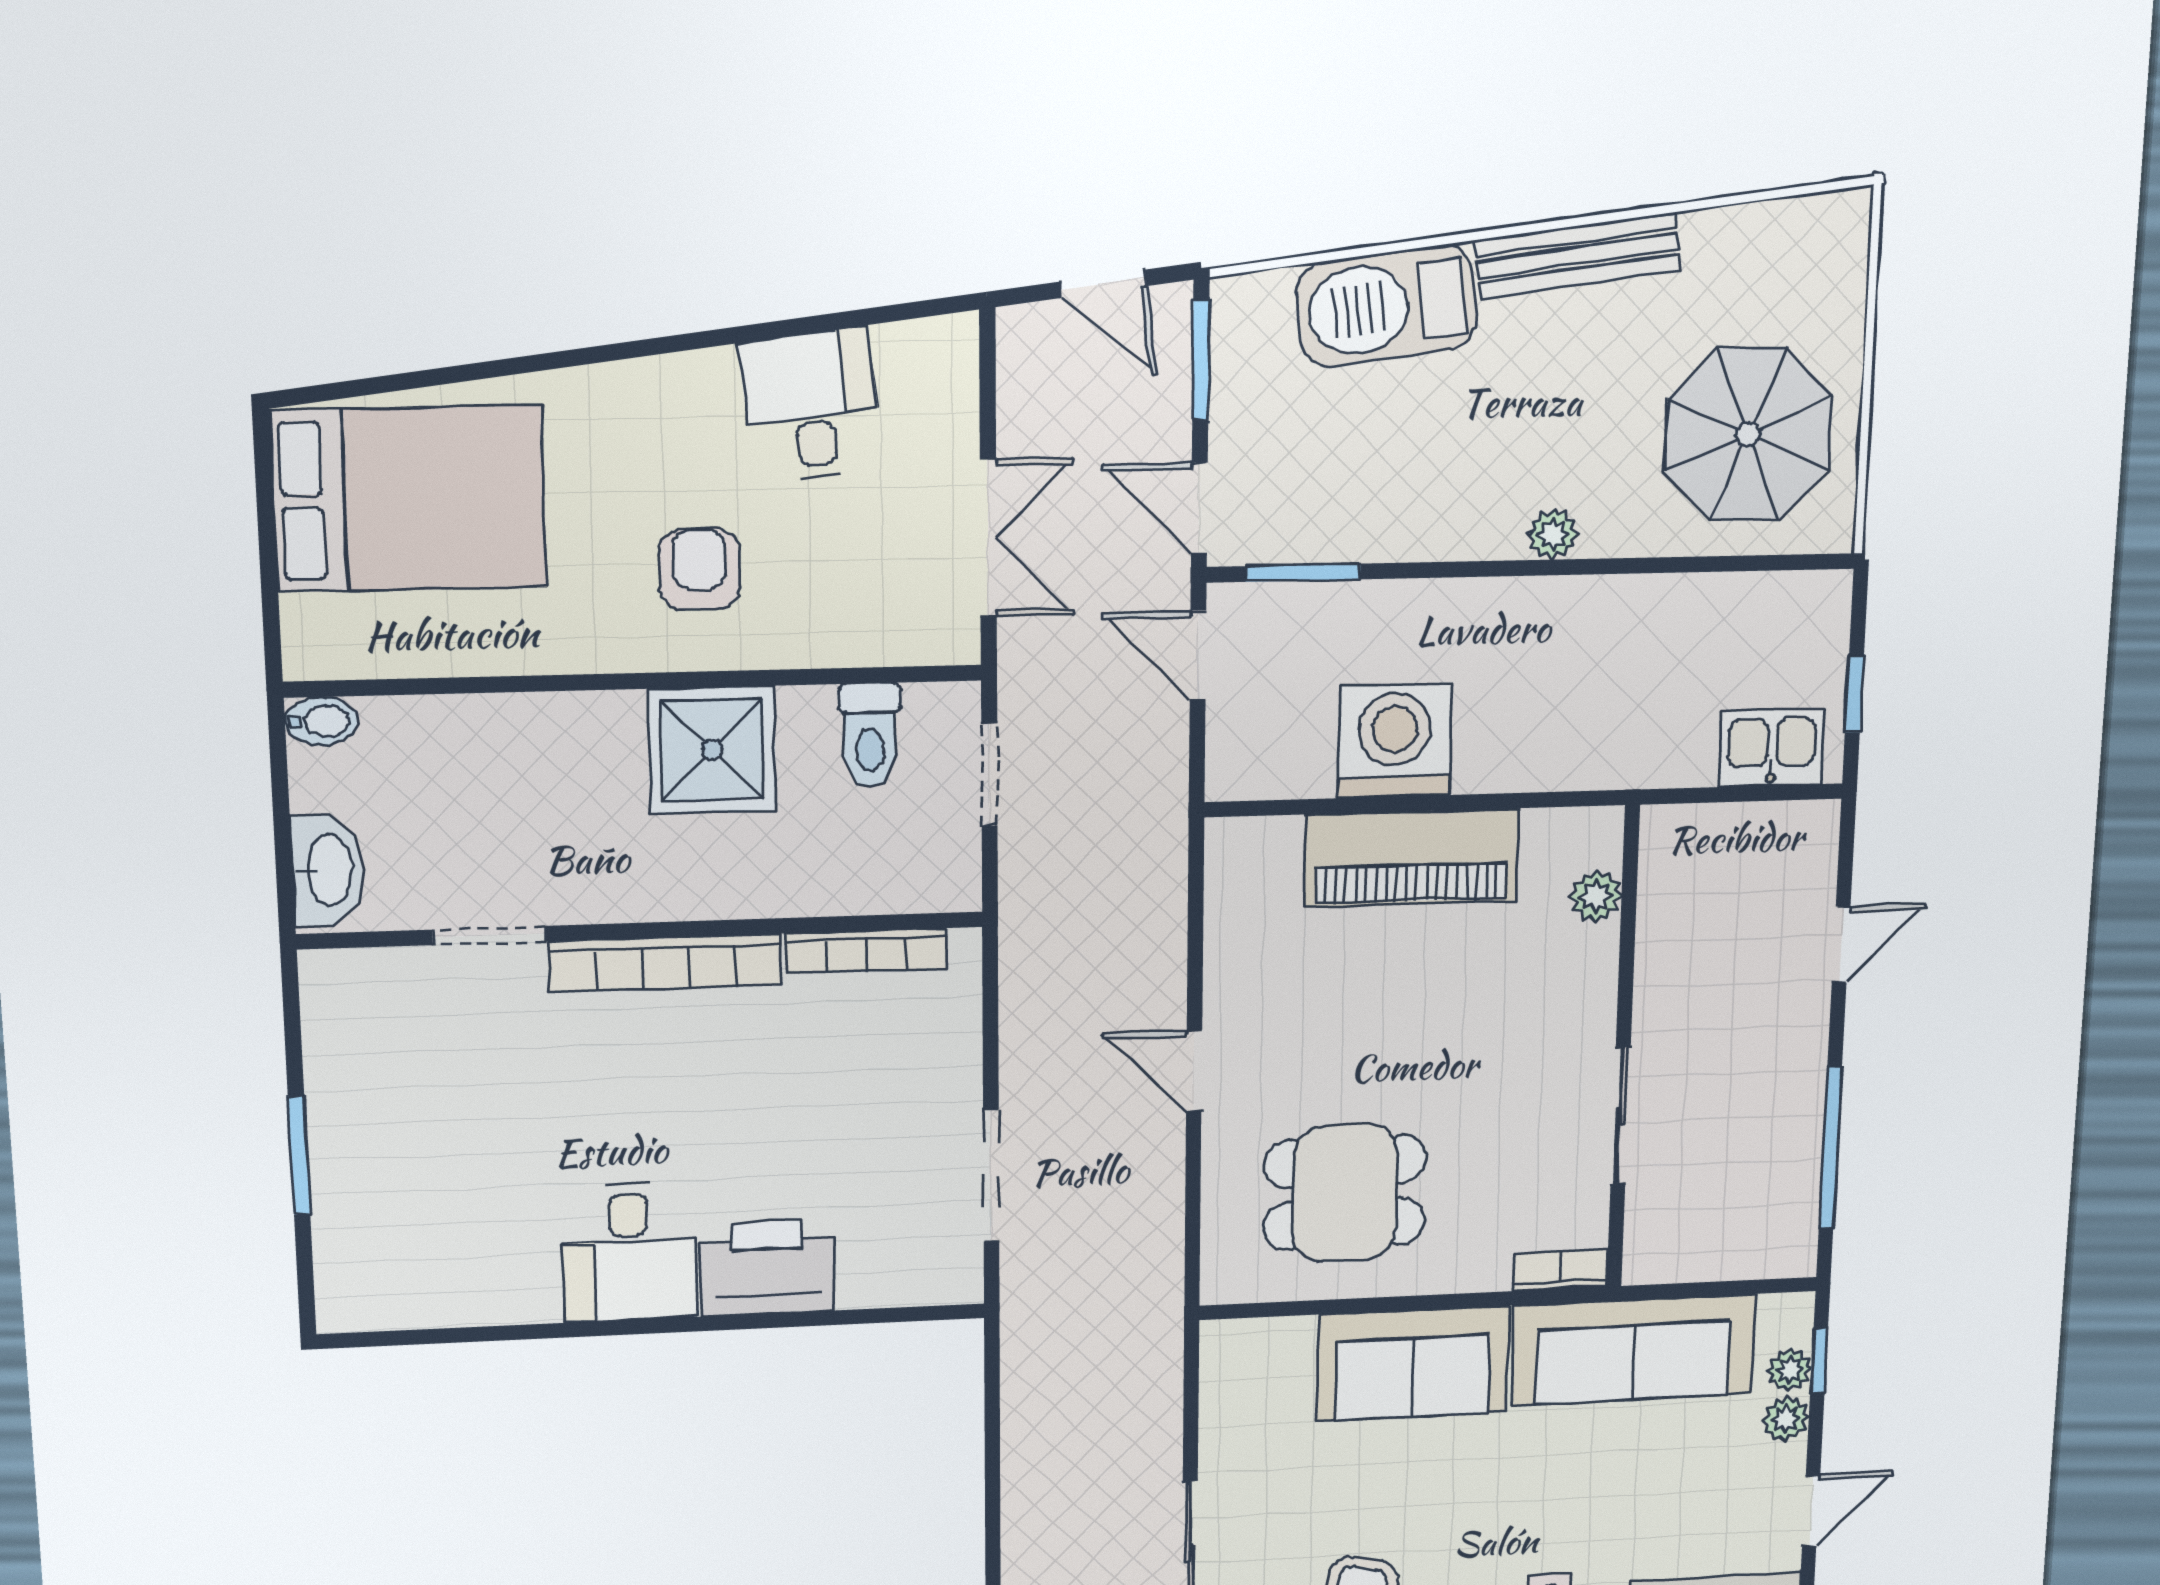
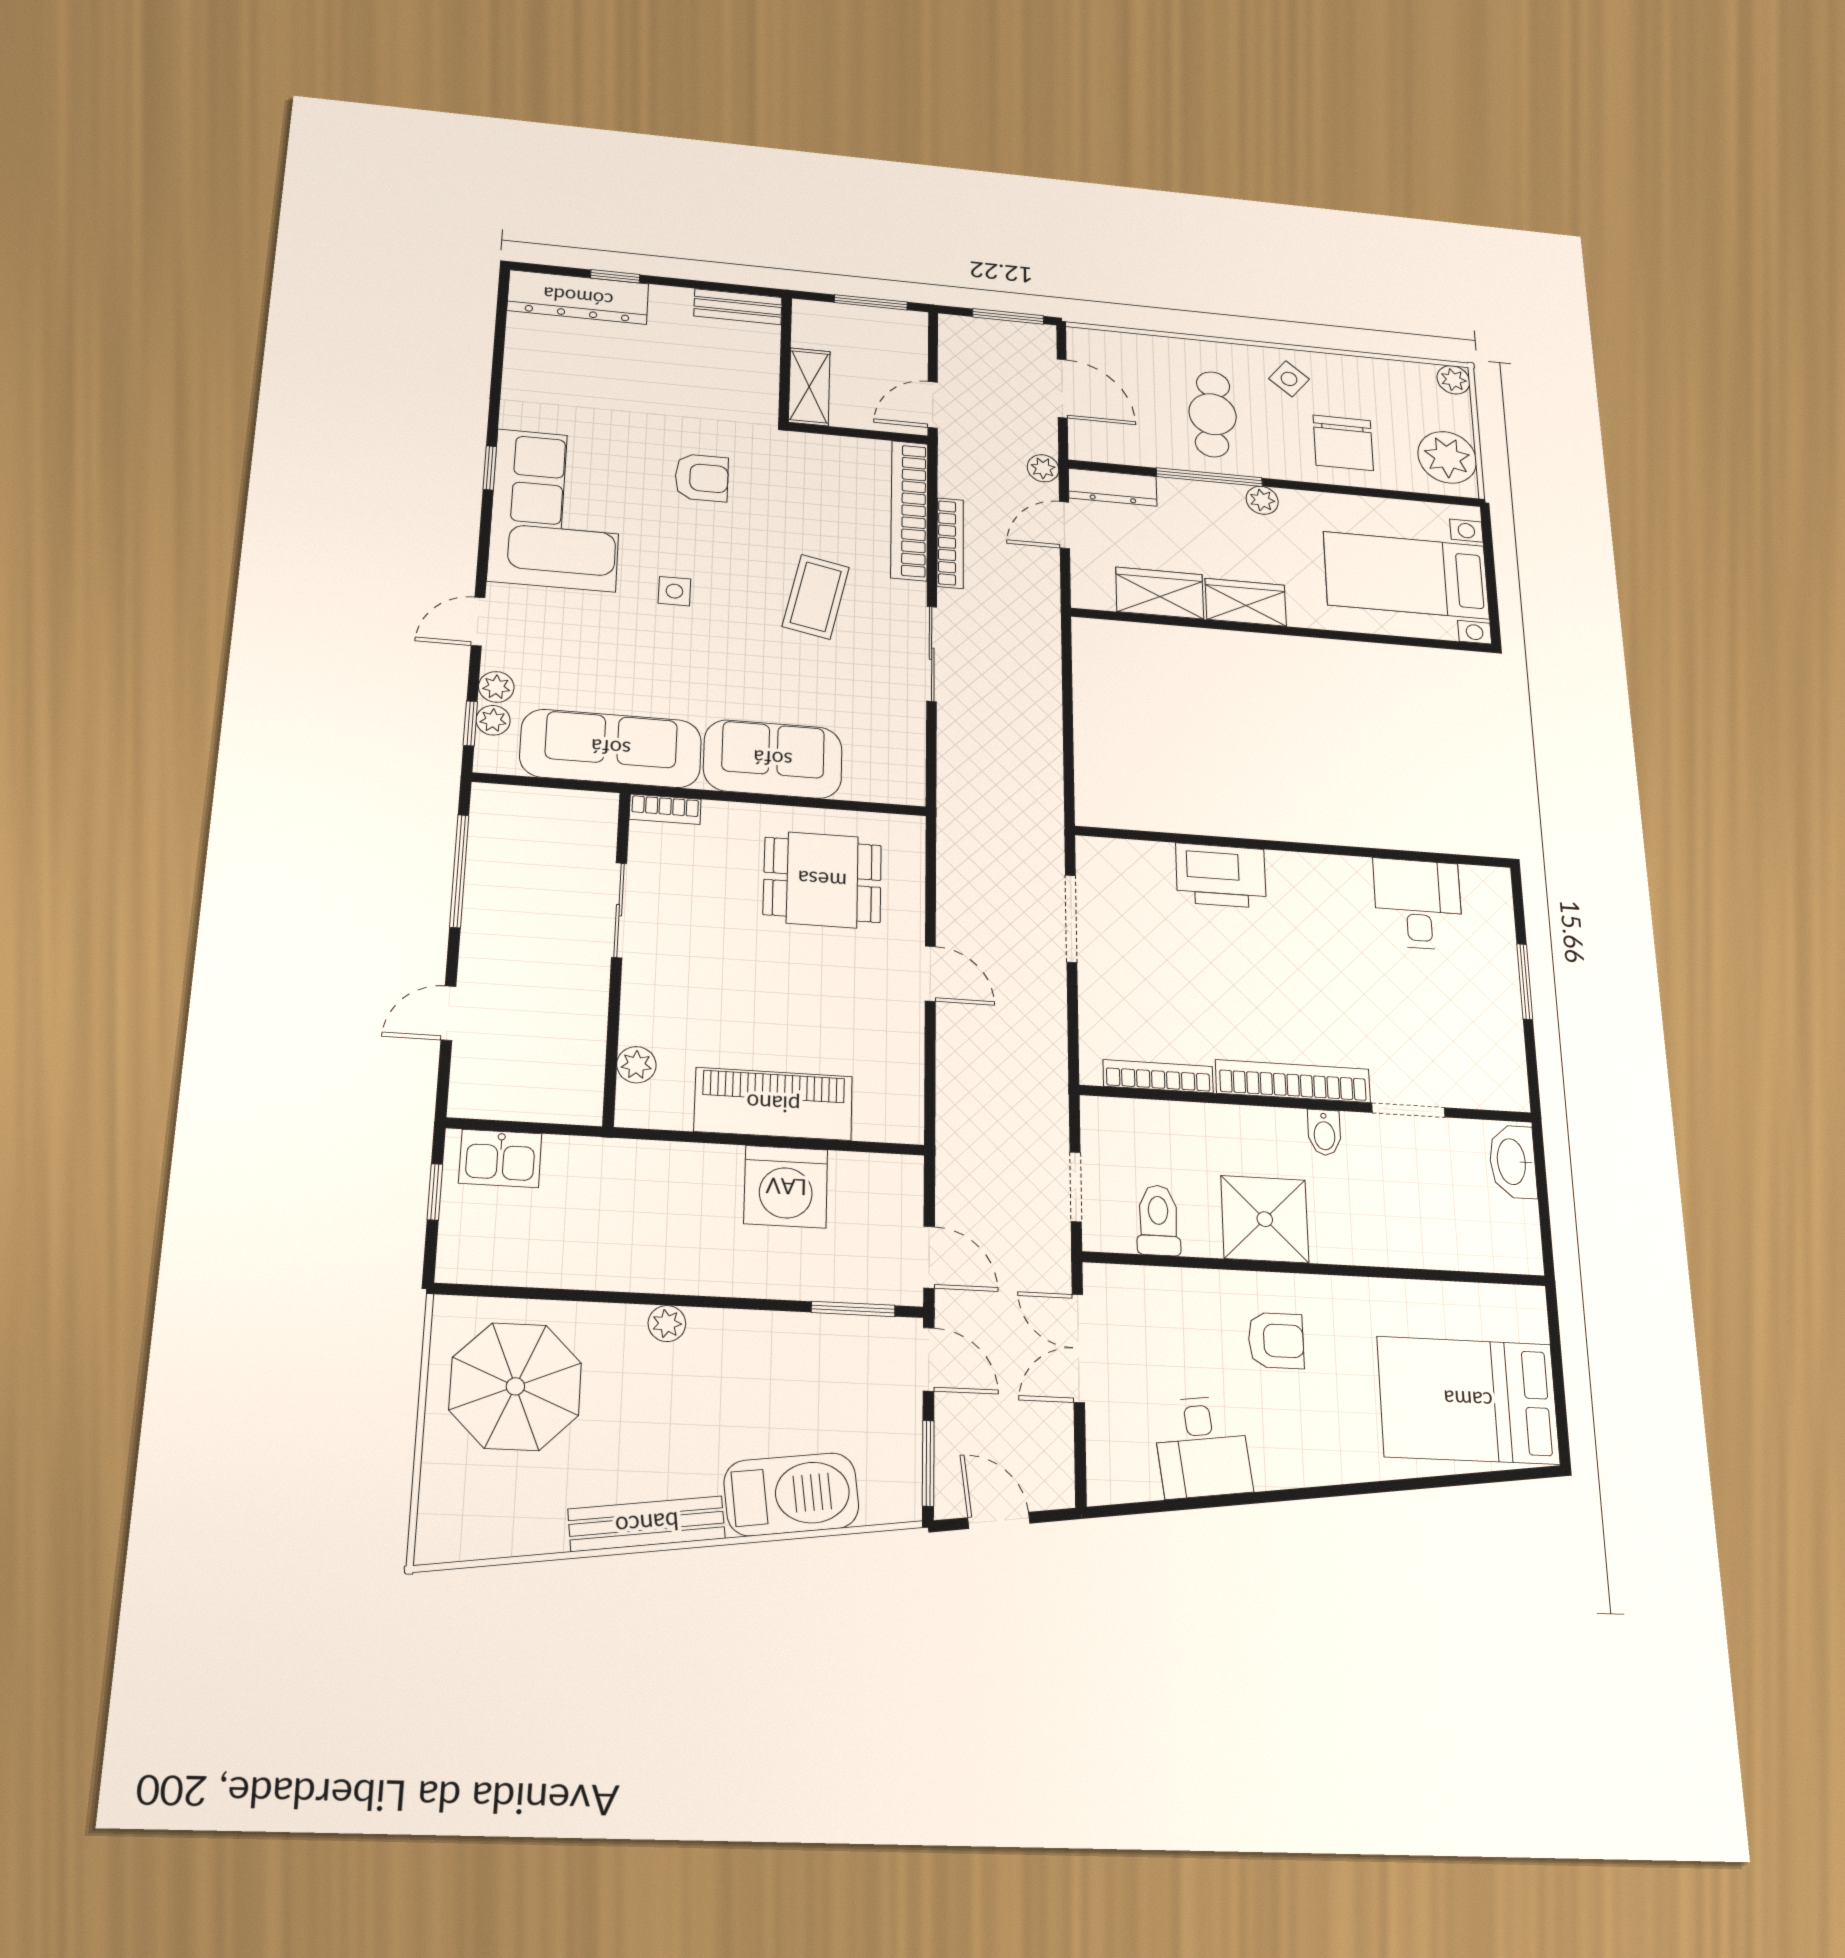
armchair: (699, 569) -> (1276, 1341), turned -90
bidet: (321, 721) -> (1324, 1133), moved, turned -90
desk: (629, 1252) -> (1418, 904), moved

